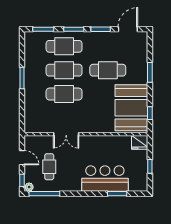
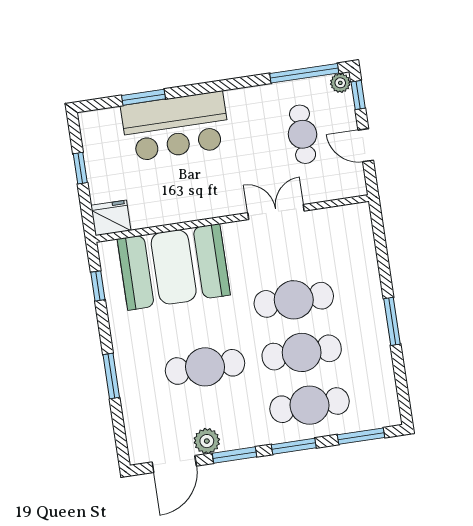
plant: (112, 37) -> (207, 441), added
booth: (131, 108) -> (174, 267), moved, turned 90

